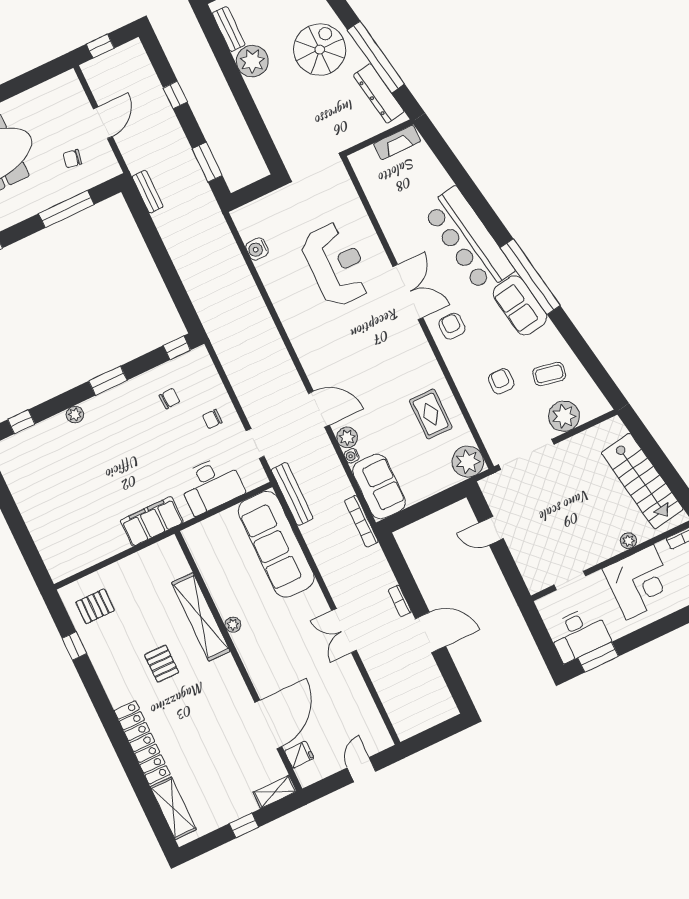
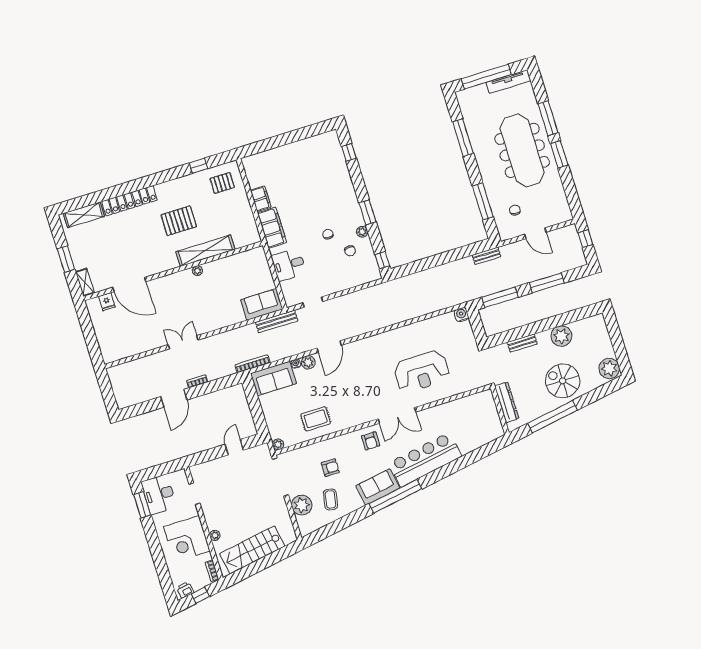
bench: (229, 29) -> (522, 343), moved
spiral stairs: (320, 50) -> (563, 381), turned 180
dresser: (379, 93) -> (507, 402), moved, turned 100
window: (175, 95) -> (547, 283), width x2.17
fireplace: (397, 142) -> (495, 422), removed
window: (207, 162) -> (500, 297), width x1.44
water cooler: (257, 249) -> (461, 315), moved
armchair: (452, 326) -> (371, 441), turned 90
plant: (75, 415) -> (362, 232), moved
chair: (212, 419) -> (328, 234), moved
plant: (468, 462) -> (278, 444), width x0.53, depth x0.53
desk: (211, 485) -> (289, 265), width x0.73
sofa: (276, 544) -> (262, 304), width x0.54, depth x0.79
filing cabinet: (111, 545) -> (261, 199), added
pallet: (95, 606) -> (222, 183), turned 90
pallet: (162, 664) -> (179, 221), width x1.50, depth x1.42
door: (361, 770) -> (91, 341), removed
window: (244, 825) -> (66, 259), width x1.50

